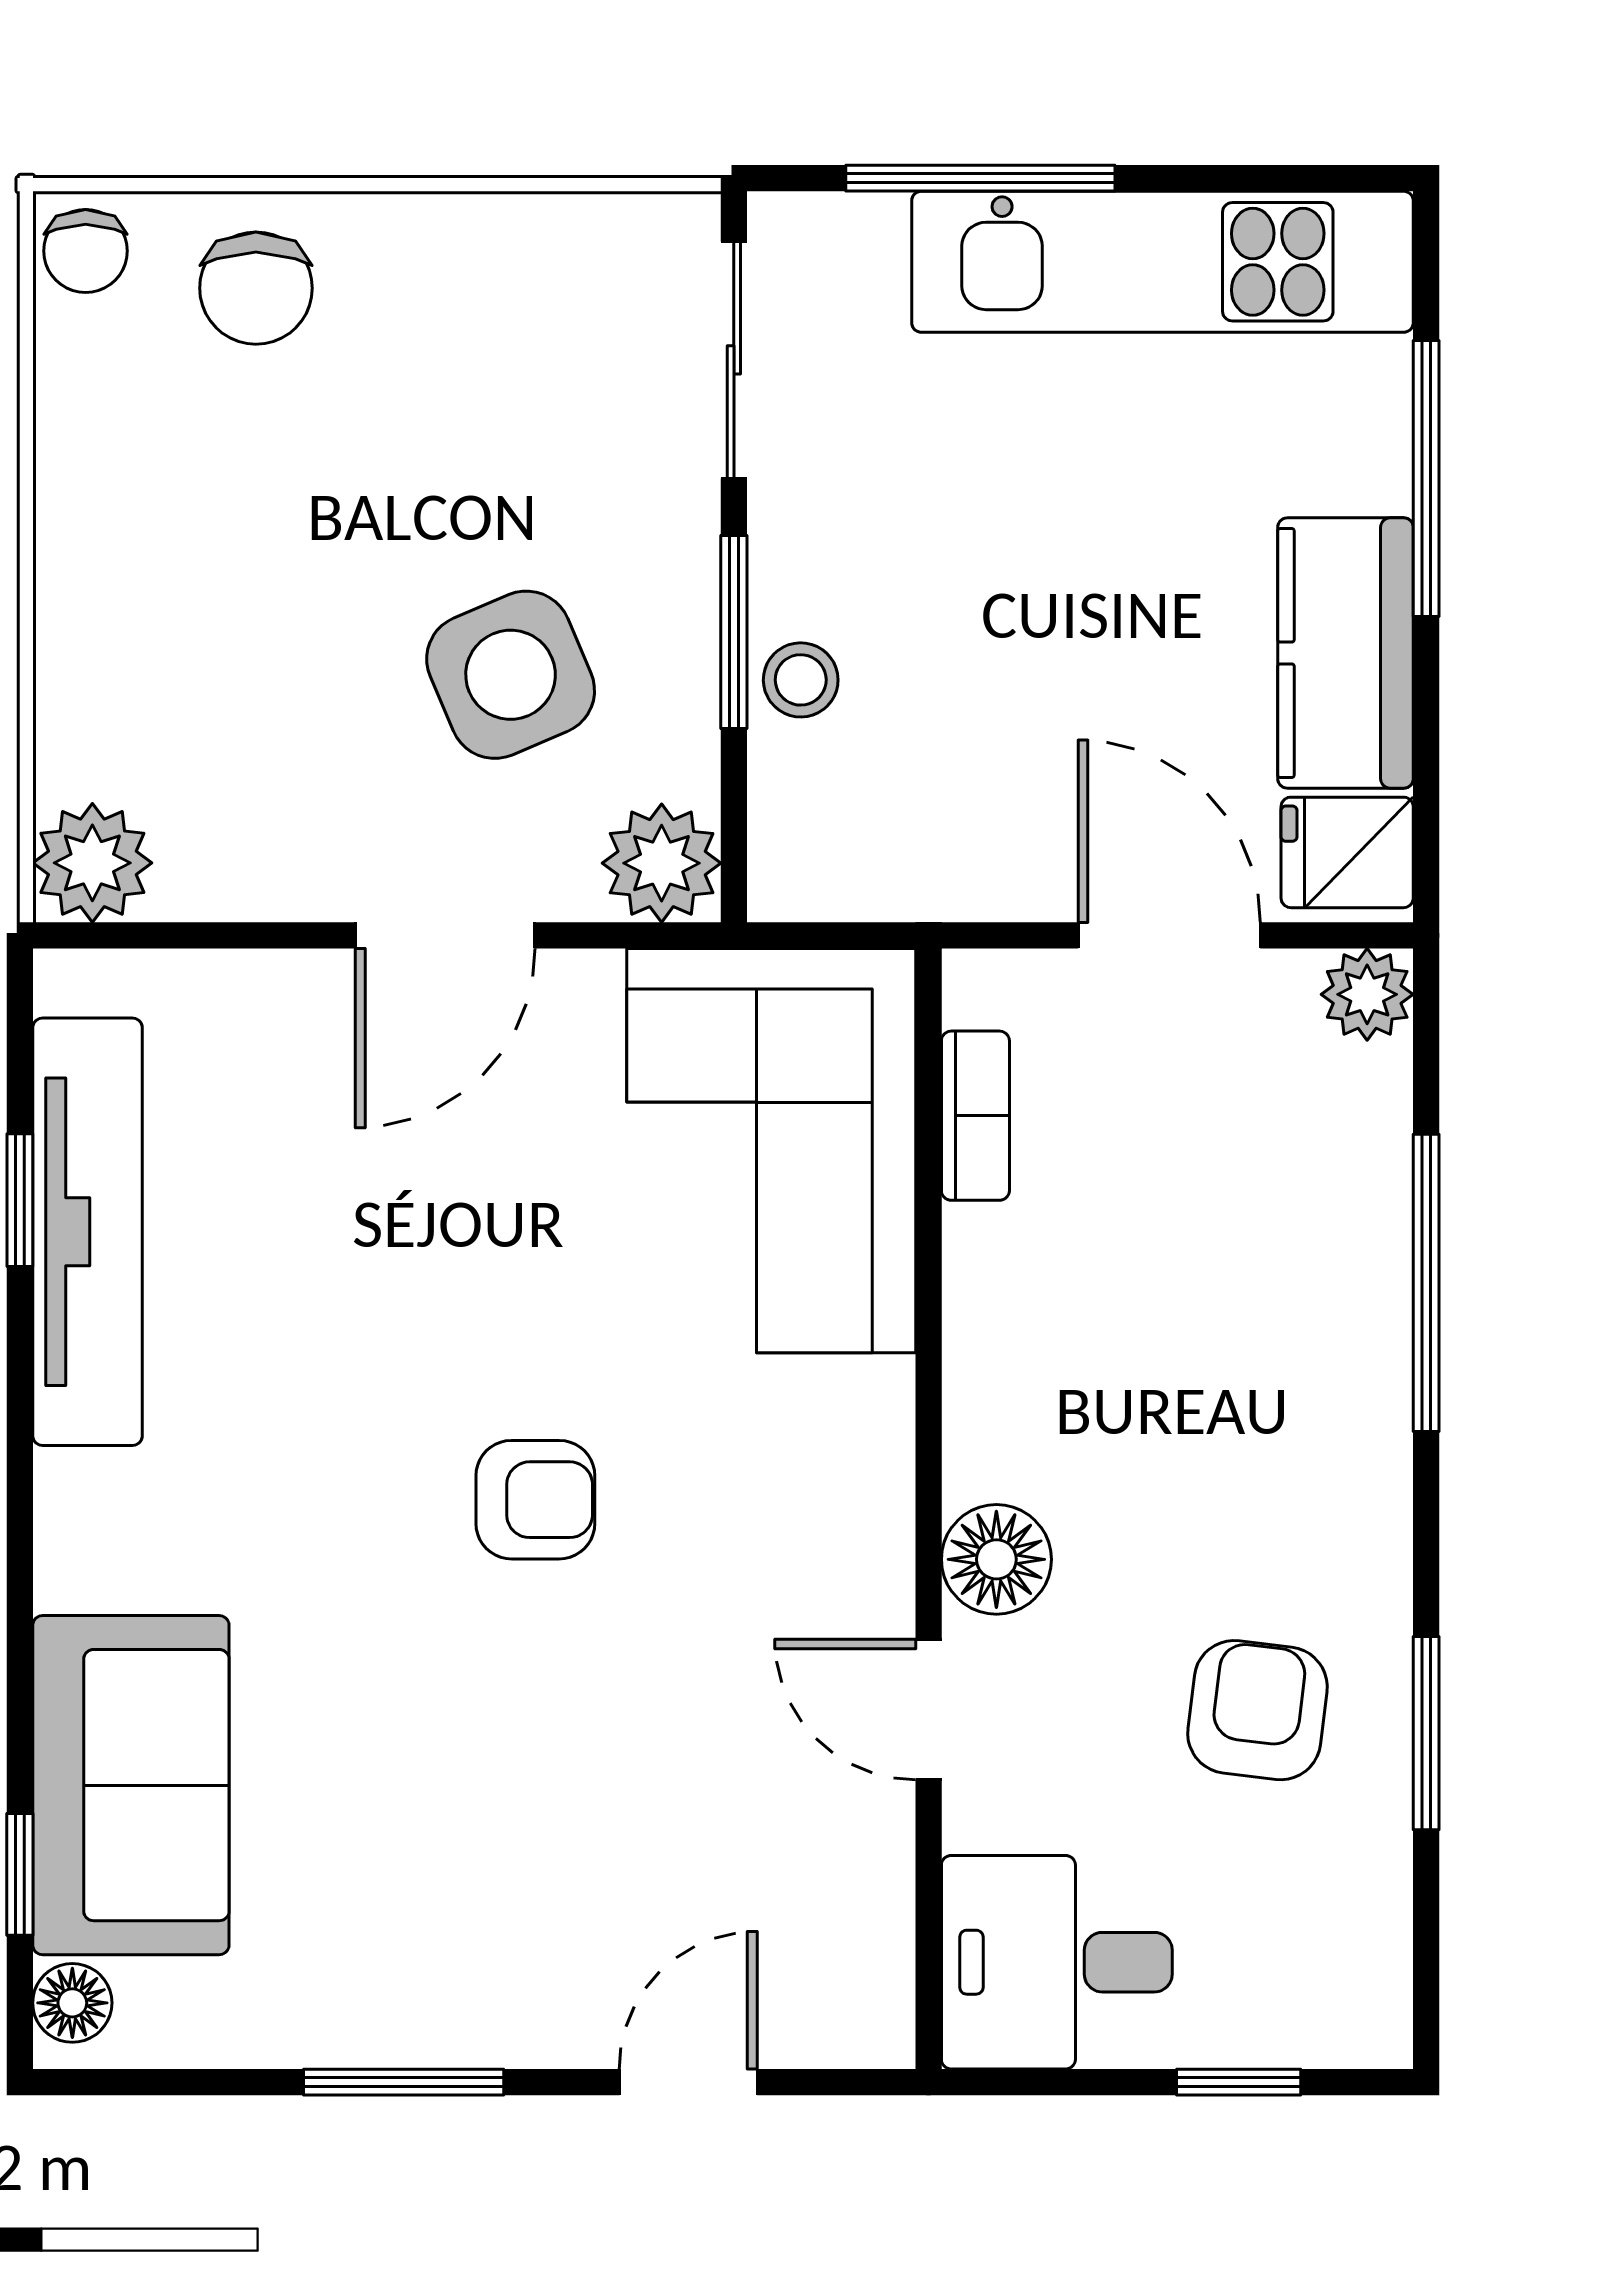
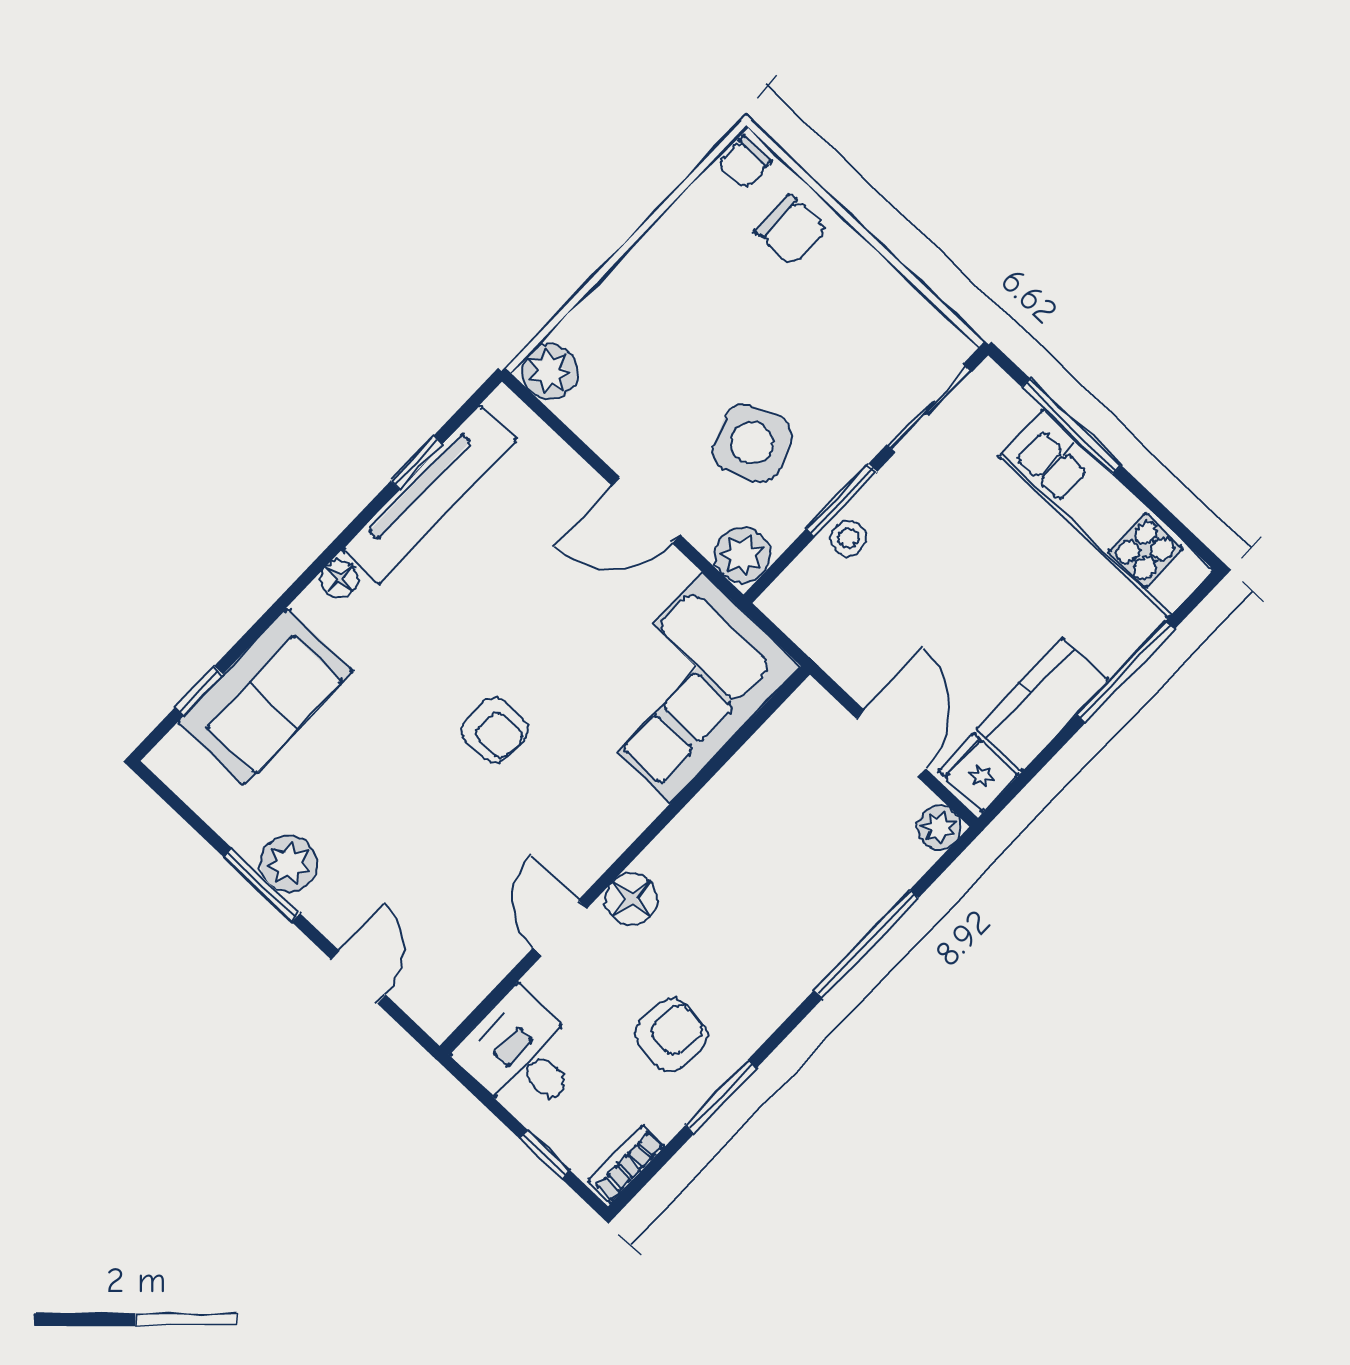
chair: (256, 288) -> (791, 230), turned -91
bookcase: (975, 1116) -> (627, 1164), moved, turned 180
floor lamp: (72, 2003) -> (339, 579), moved
plant: (413, 2009) -> (289, 864), added
door: (688, 2082) -> (358, 977), hinge flipped

